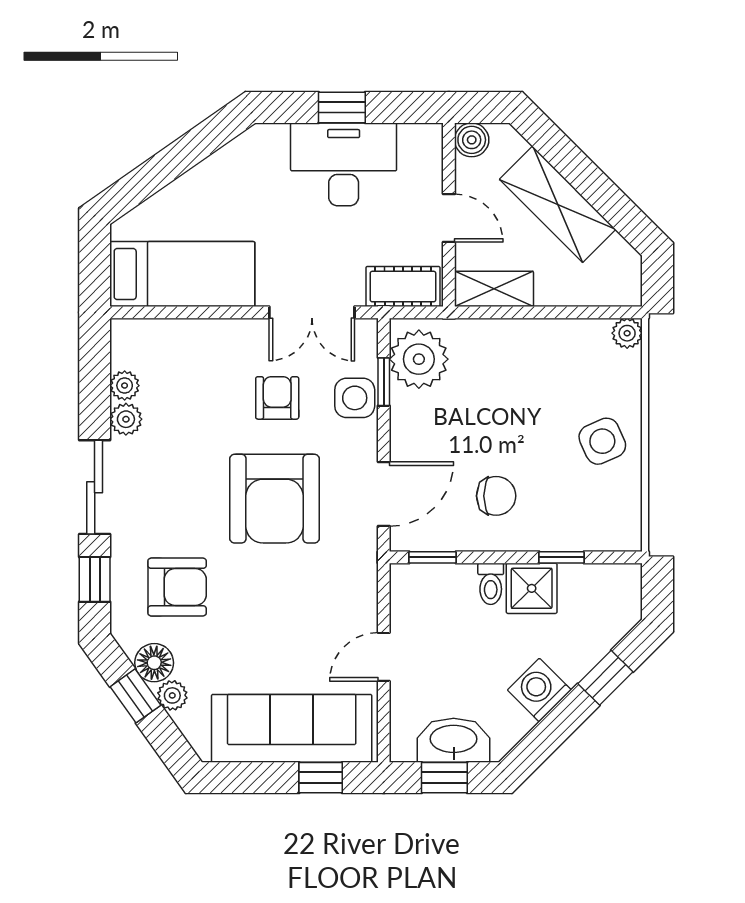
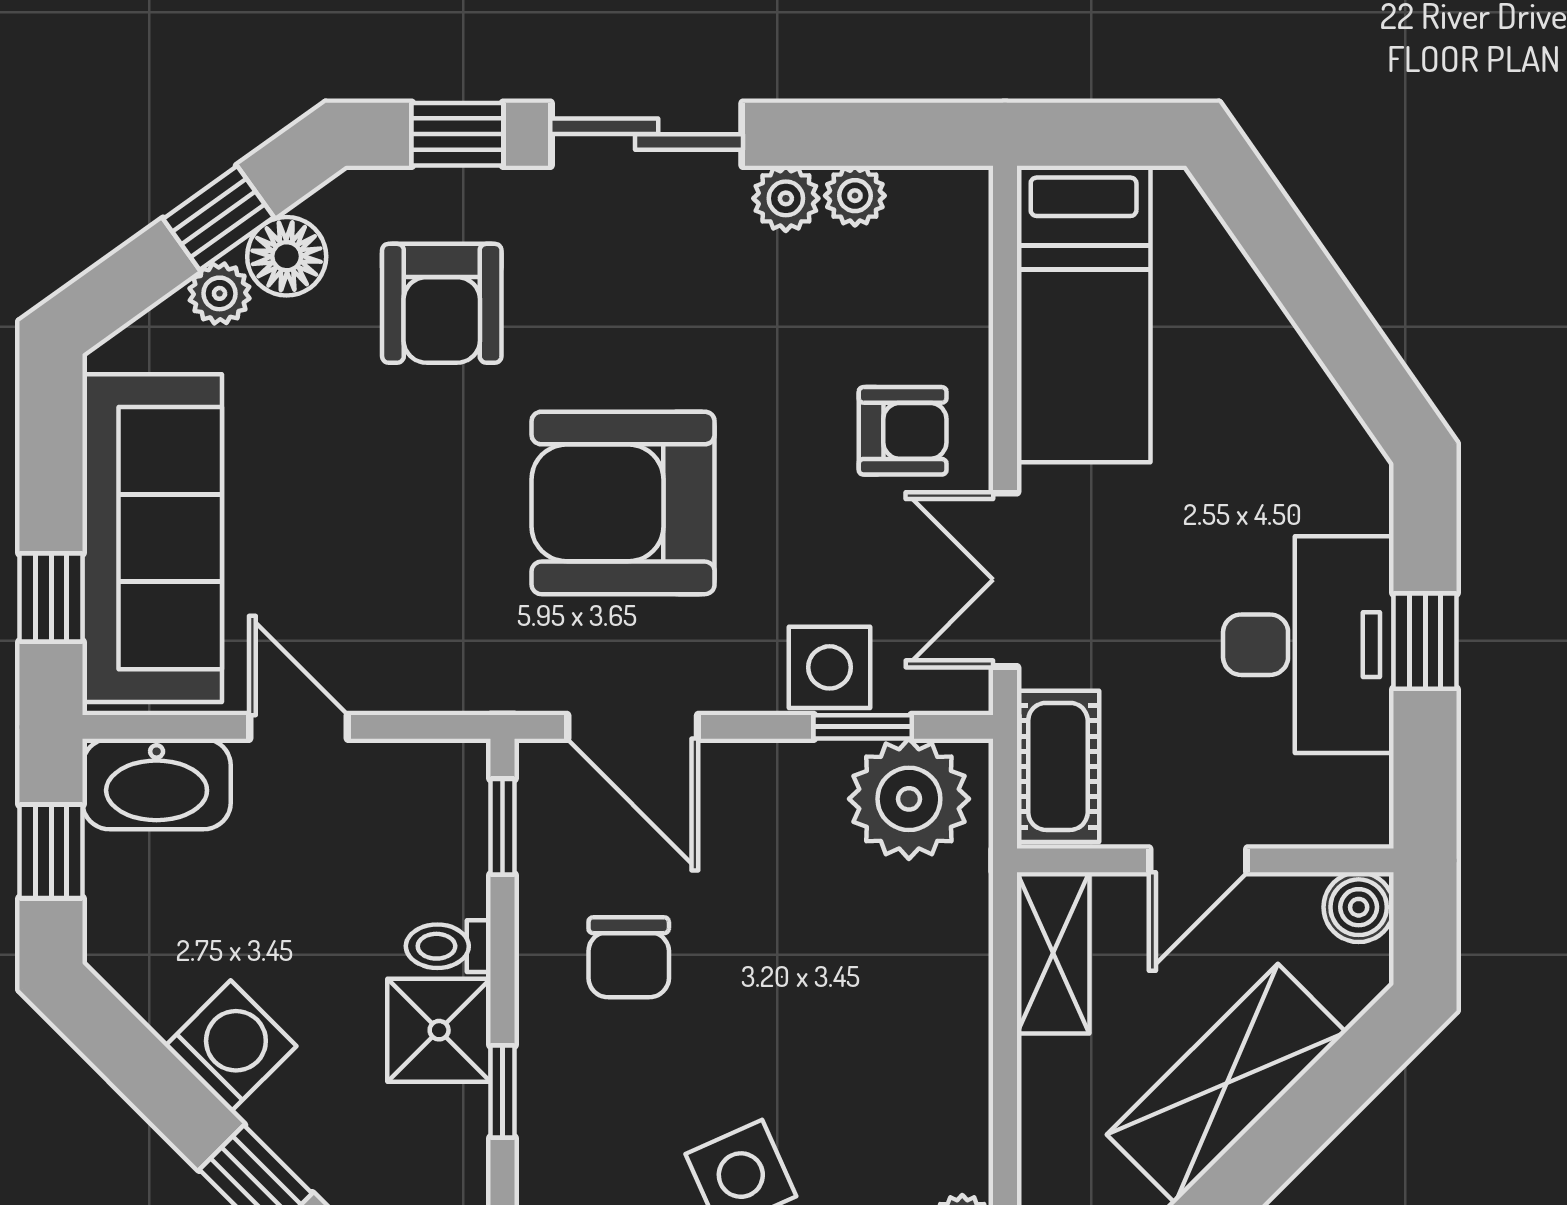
armchair: (277, 398) -> (903, 431), moved
washbasin: (454, 740) -> (157, 784), moved, turned 90

